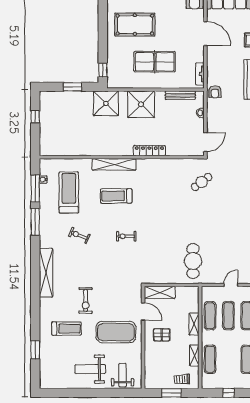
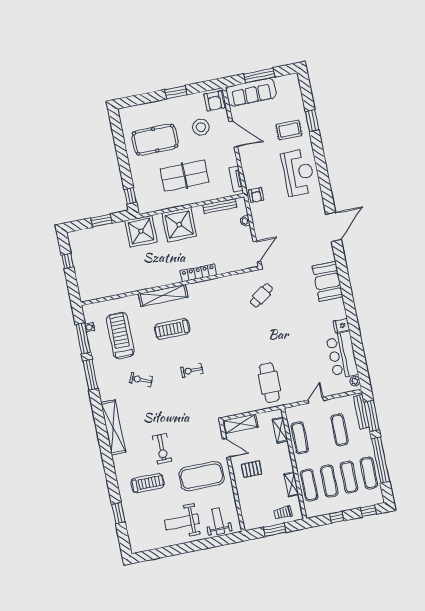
stool: (178, 22) -> (201, 127), added
exercise mat: (228, 316) -> (329, 481), moved
shelving: (194, 324) -> (280, 430), moved

